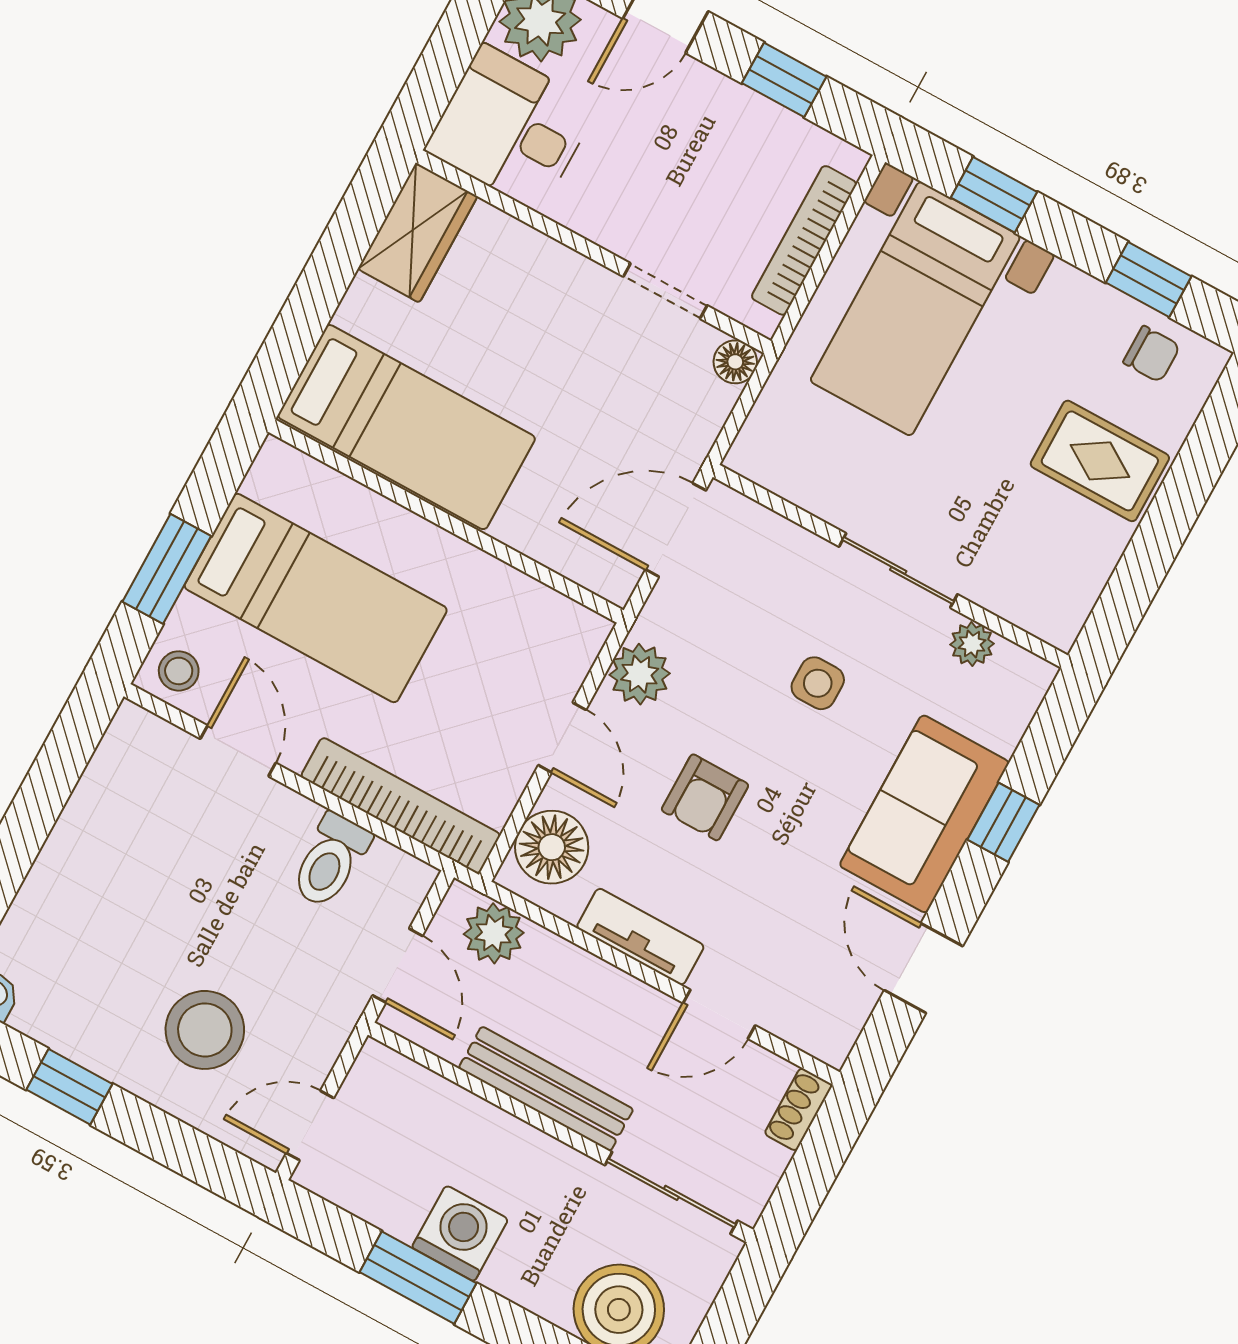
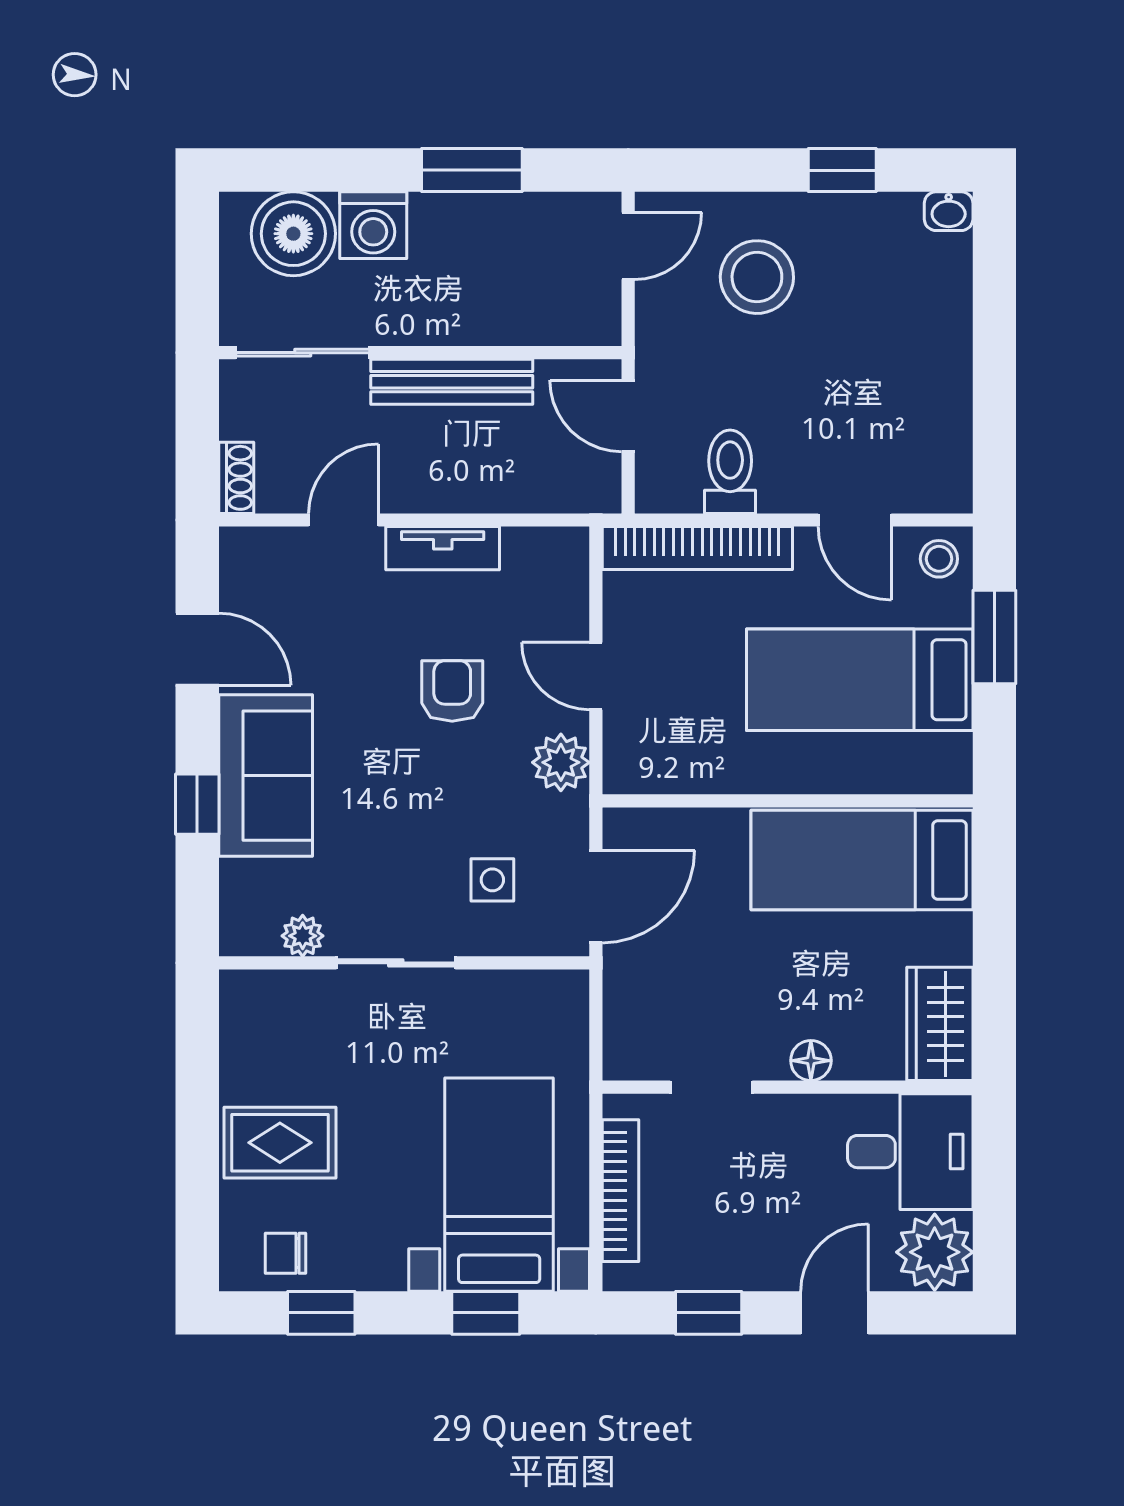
floor lamp: (735, 362) -> (811, 1061), moved
side table: (818, 683) -> (492, 880), moved
floor lamp: (552, 847) -> (555, 582), removed
plant: (494, 933) -> (564, 485), removed
washing machine: (460, 1233) -> (373, 225), moved

